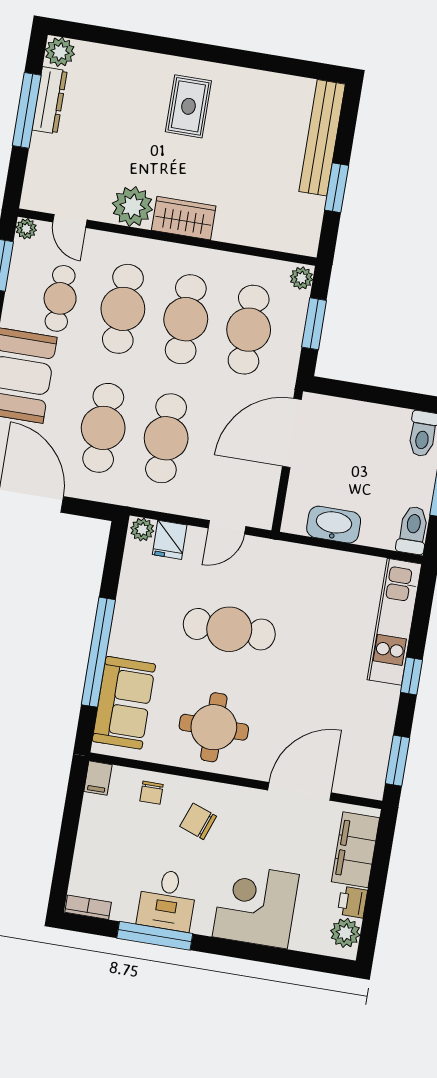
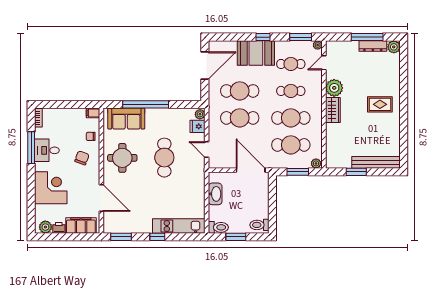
cafe table: (123, 309) -> (291, 91), width x0.73, depth x0.74

